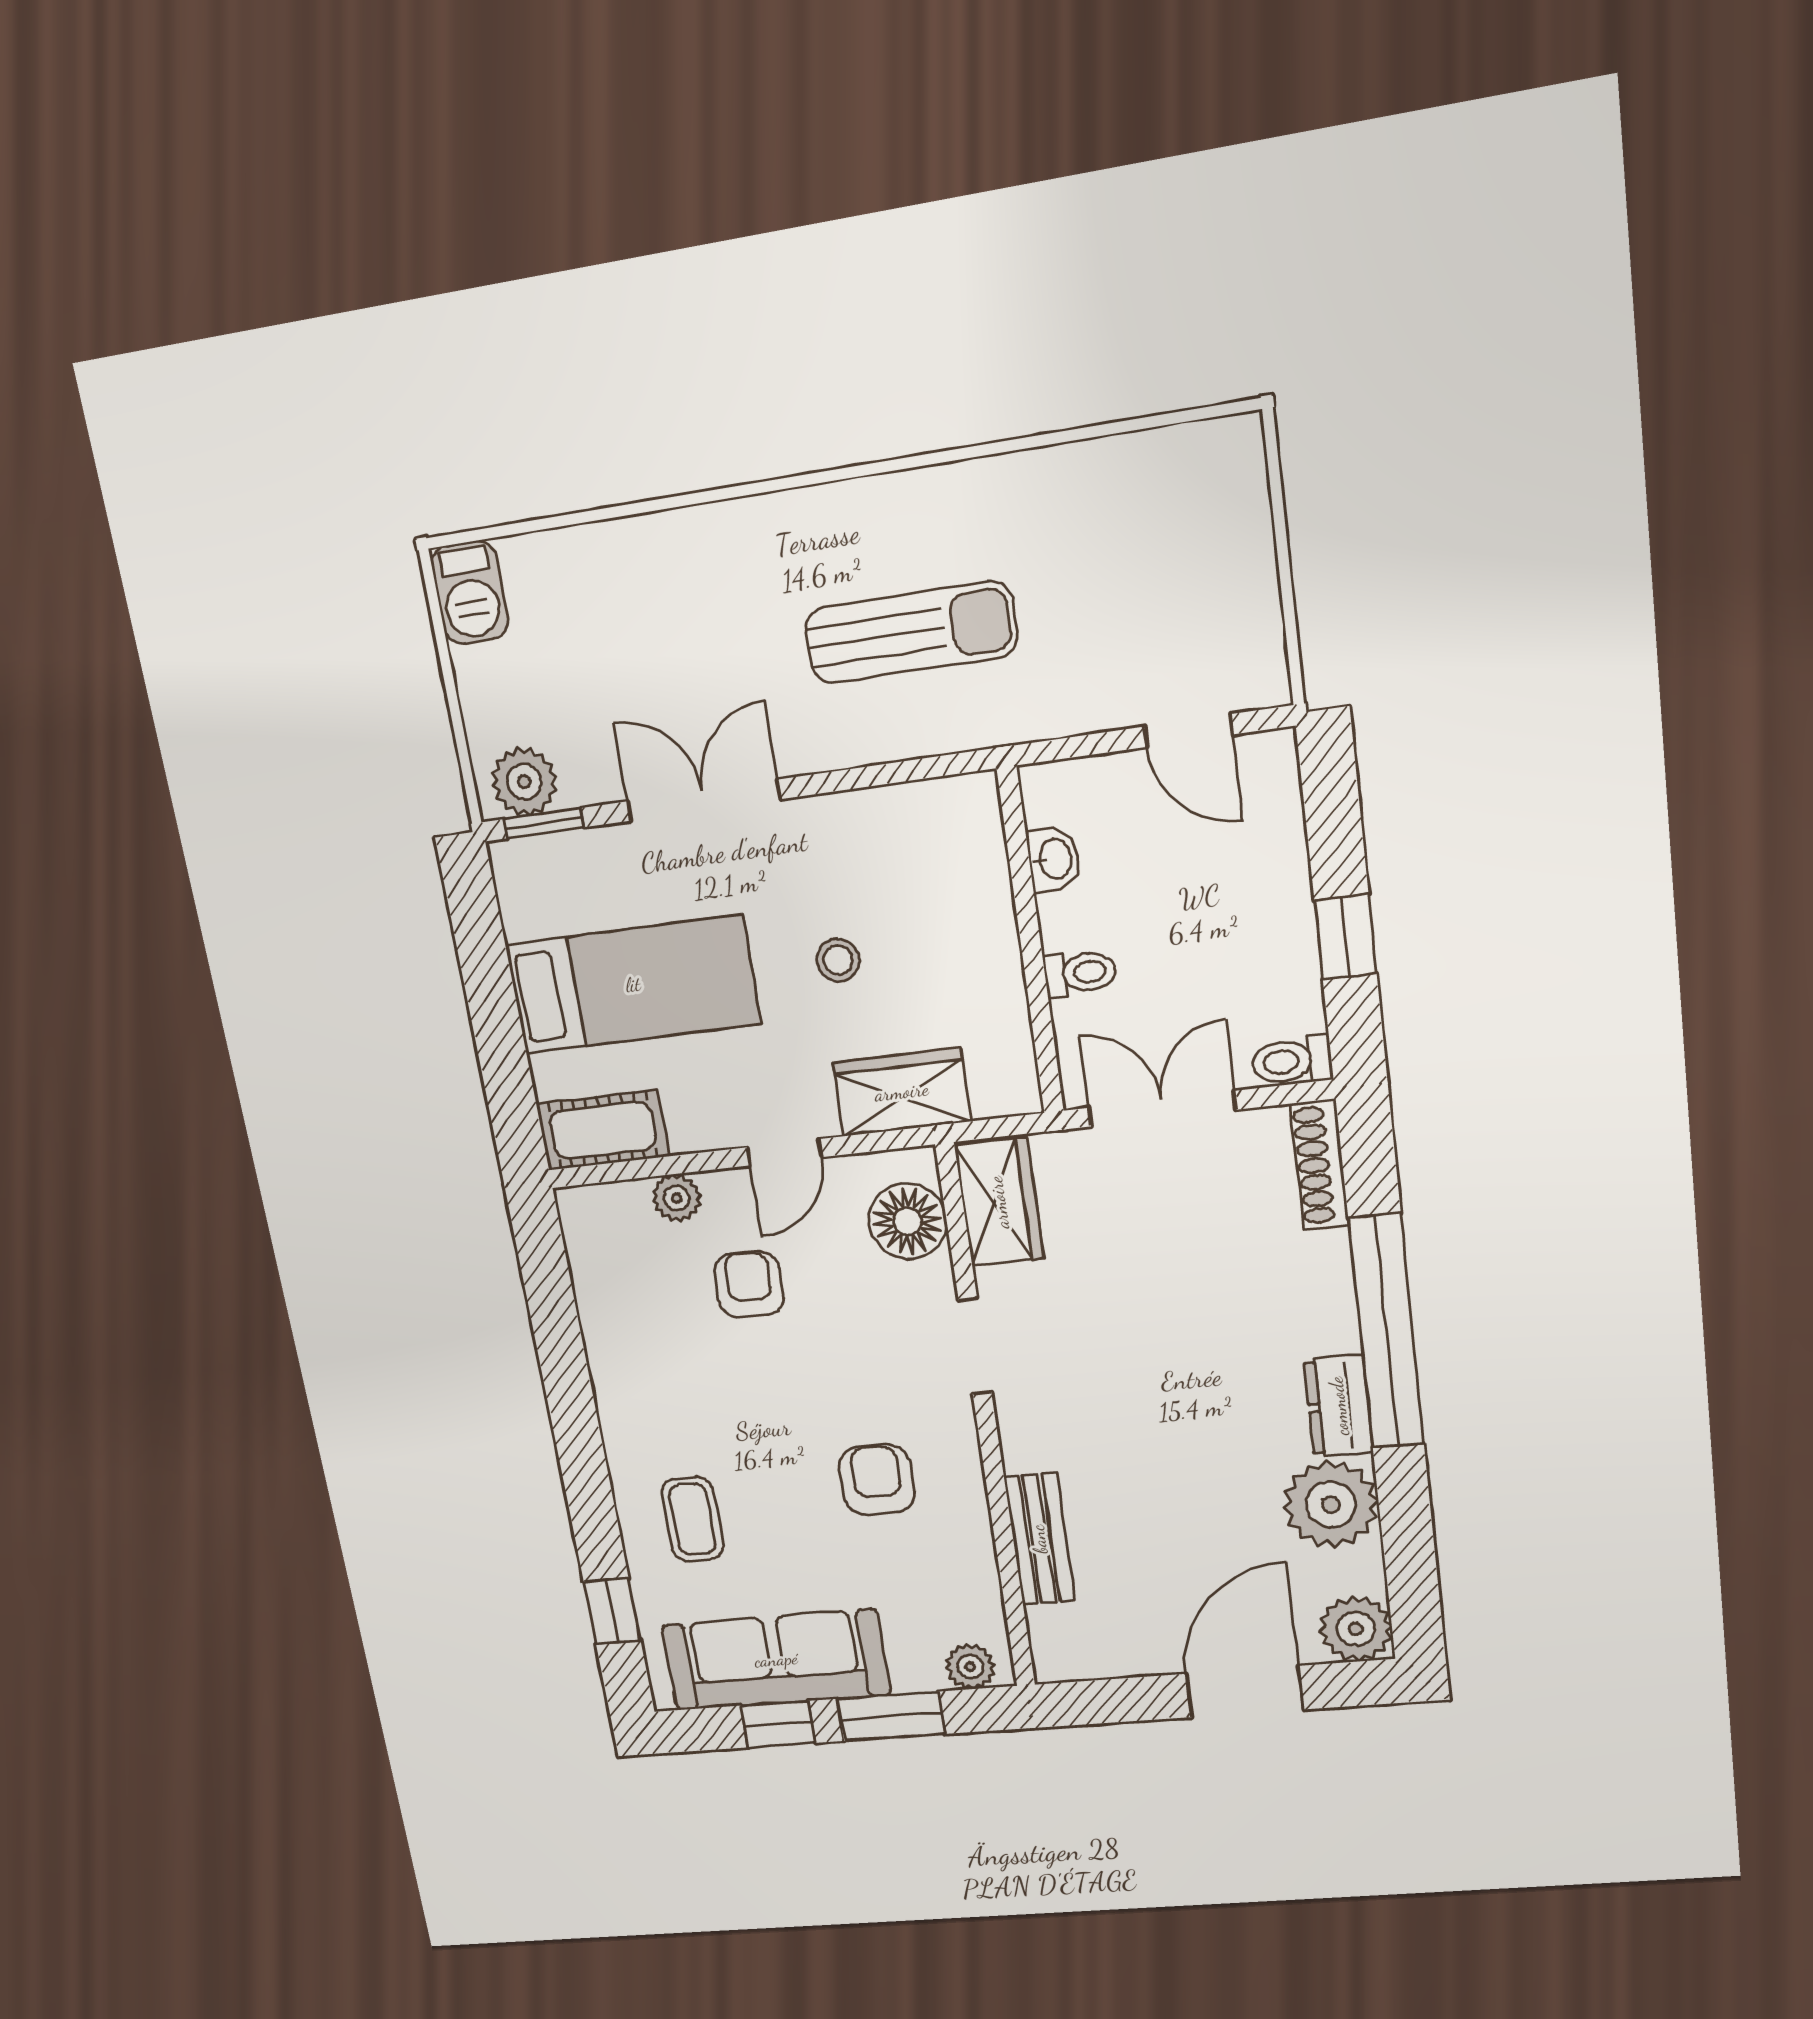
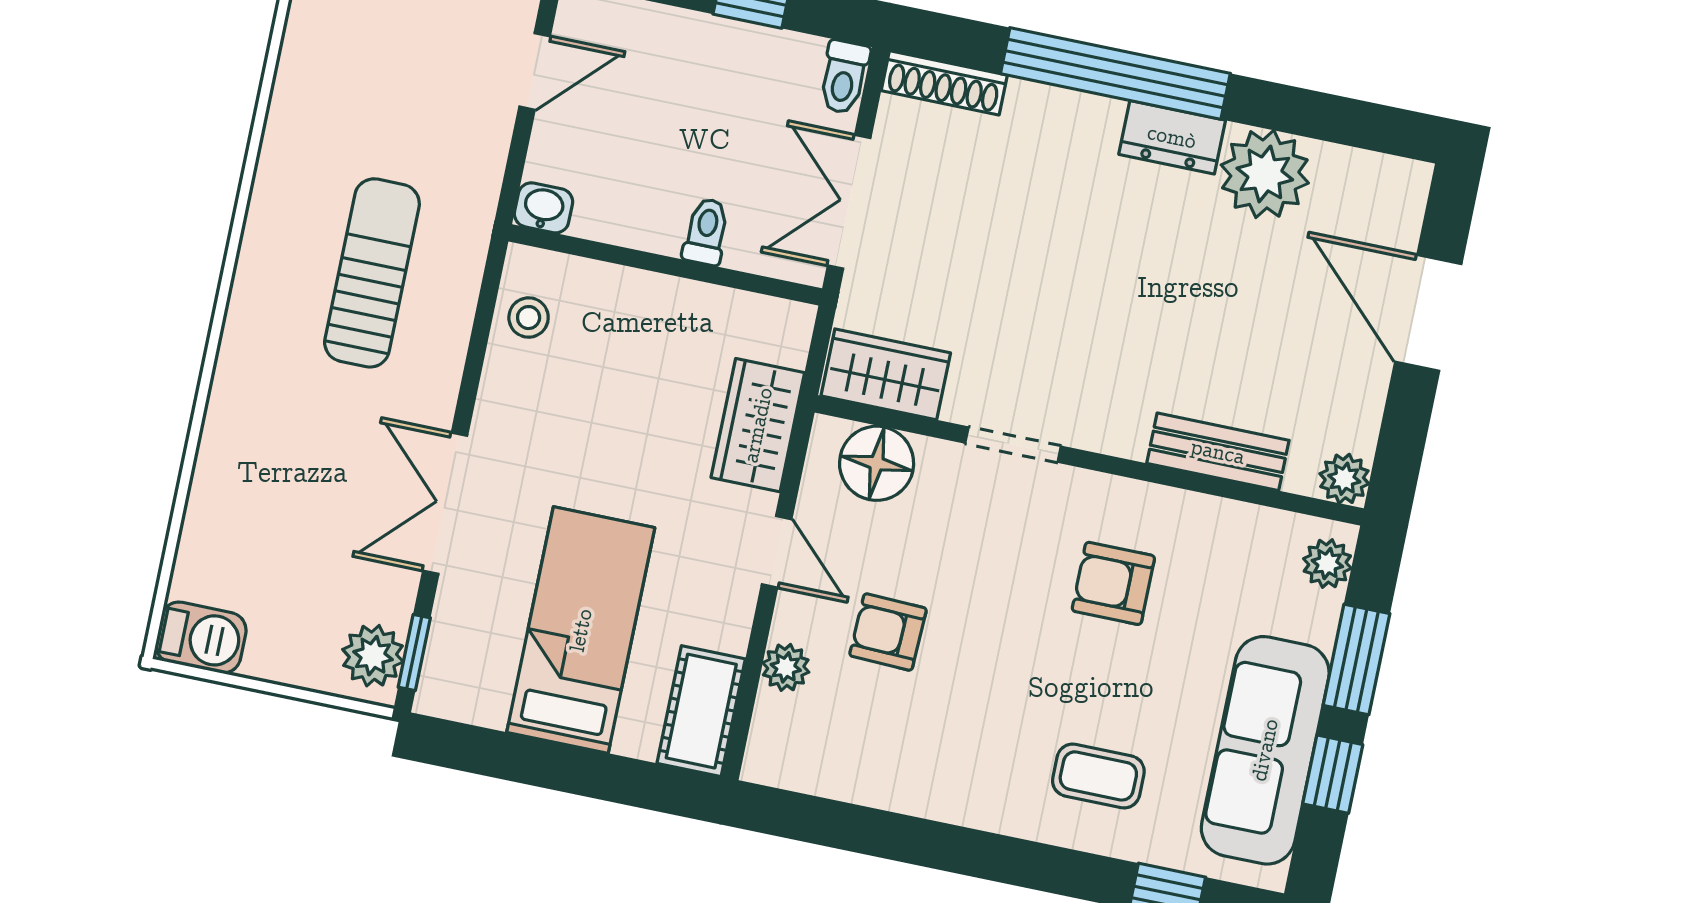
washbasin: (1054, 859) -> (544, 208), moved
stool: (838, 960) -> (529, 318), moved
plant: (1356, 1629) -> (1344, 479), moved, width x0.73, depth x0.73

